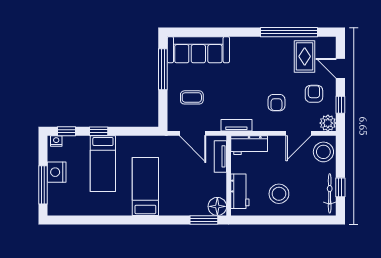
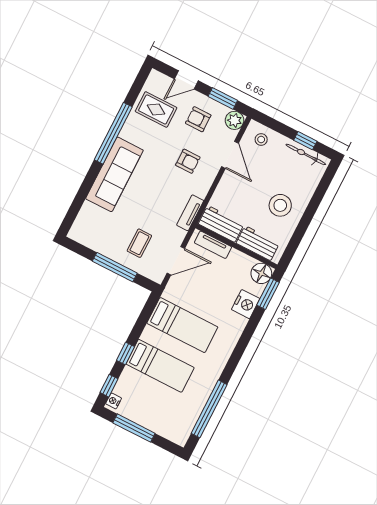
window: (289, 32) -> (113, 133), moved
sofa: (198, 50) -> (114, 174), moved
window: (163, 69) -> (115, 267), moved
window: (340, 105) -> (223, 98), width x1.50
workbench: (249, 145) -> (221, 224), moved, turned -90
stool: (323, 152) -> (261, 139), width x0.53, depth x0.53
nightstand: (57, 172) -> (246, 304), moved, turned -90
window: (43, 185) -> (134, 428), moved
bed: (145, 187) -> (182, 325), moved, turned 180
window: (89, 220) -> (209, 409), added

